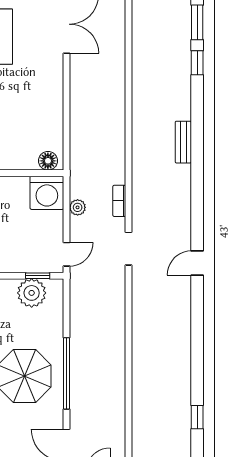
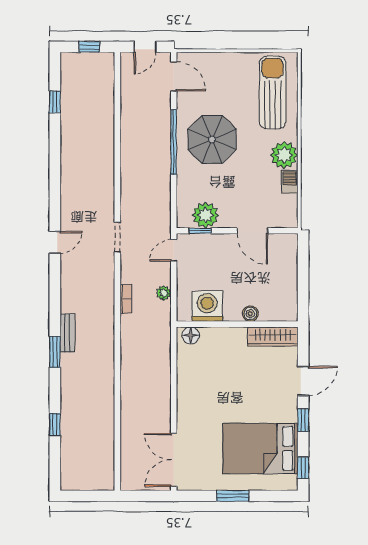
window: (197, 22) -> (55, 352), moved
bench: (183, 142) -> (67, 333), moved
washing machine: (47, 193) -> (207, 306), moved
doorway: (128, 249) -> (117, 237), moved

